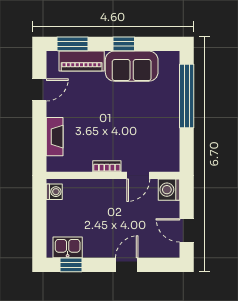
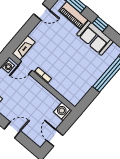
fireplace: (55, 137) -> (24, 48), moved
door: (138, 175) -> (25, 68), moved

